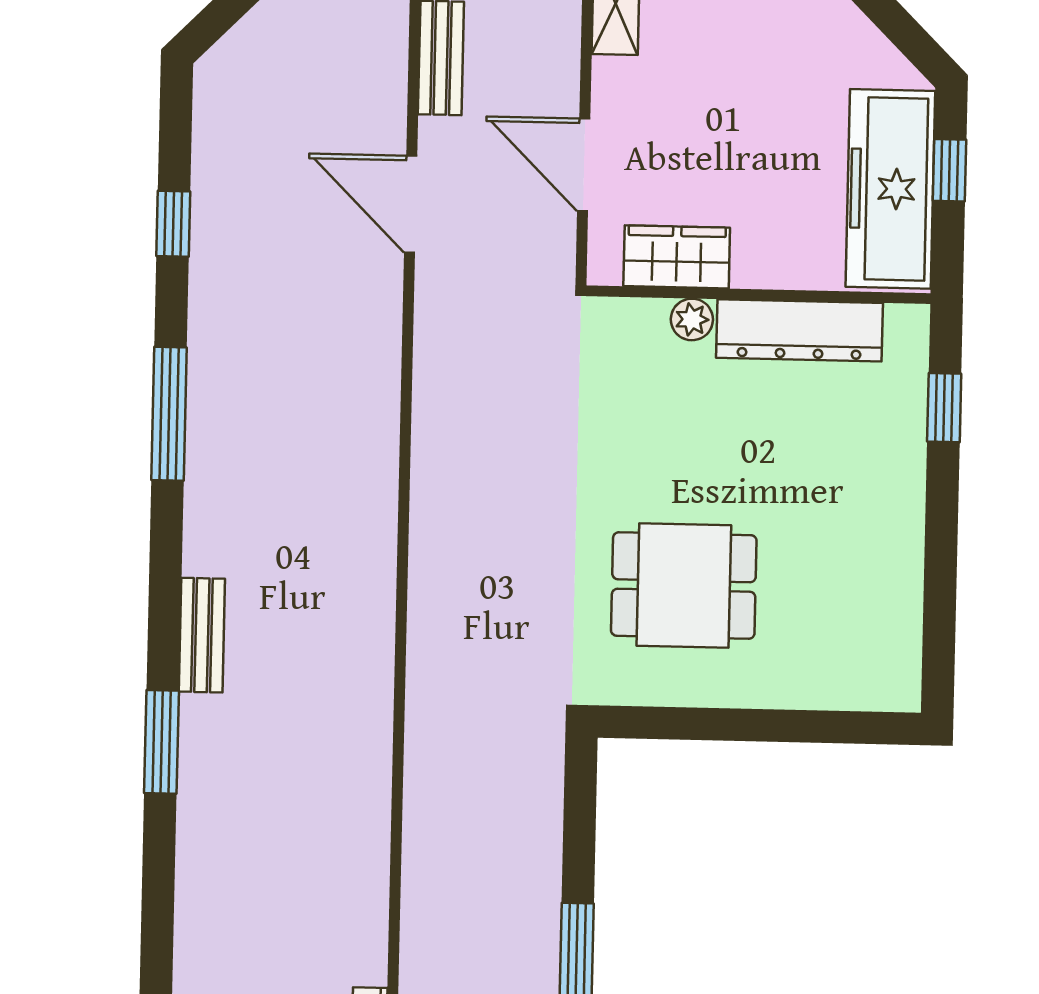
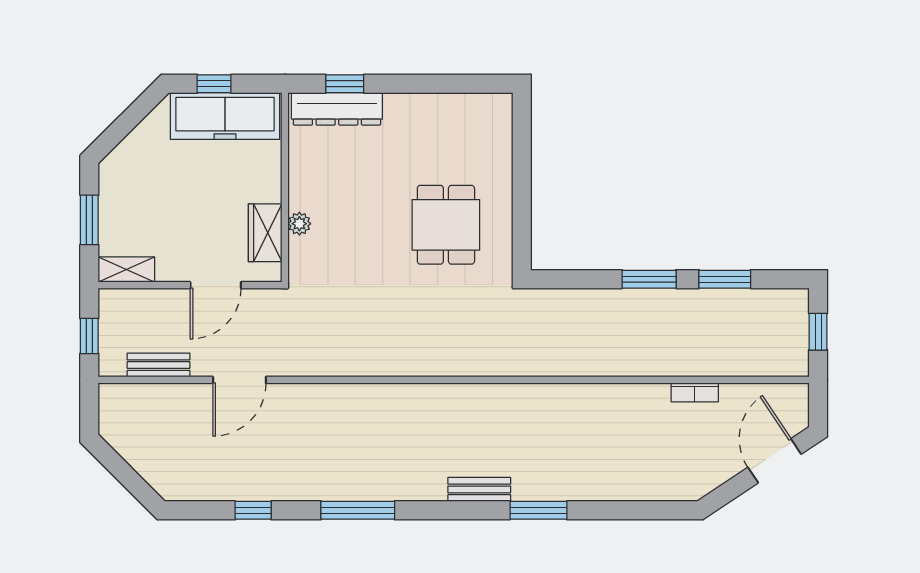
dresser: (800, 330) -> (337, 109), moved, turned 90

